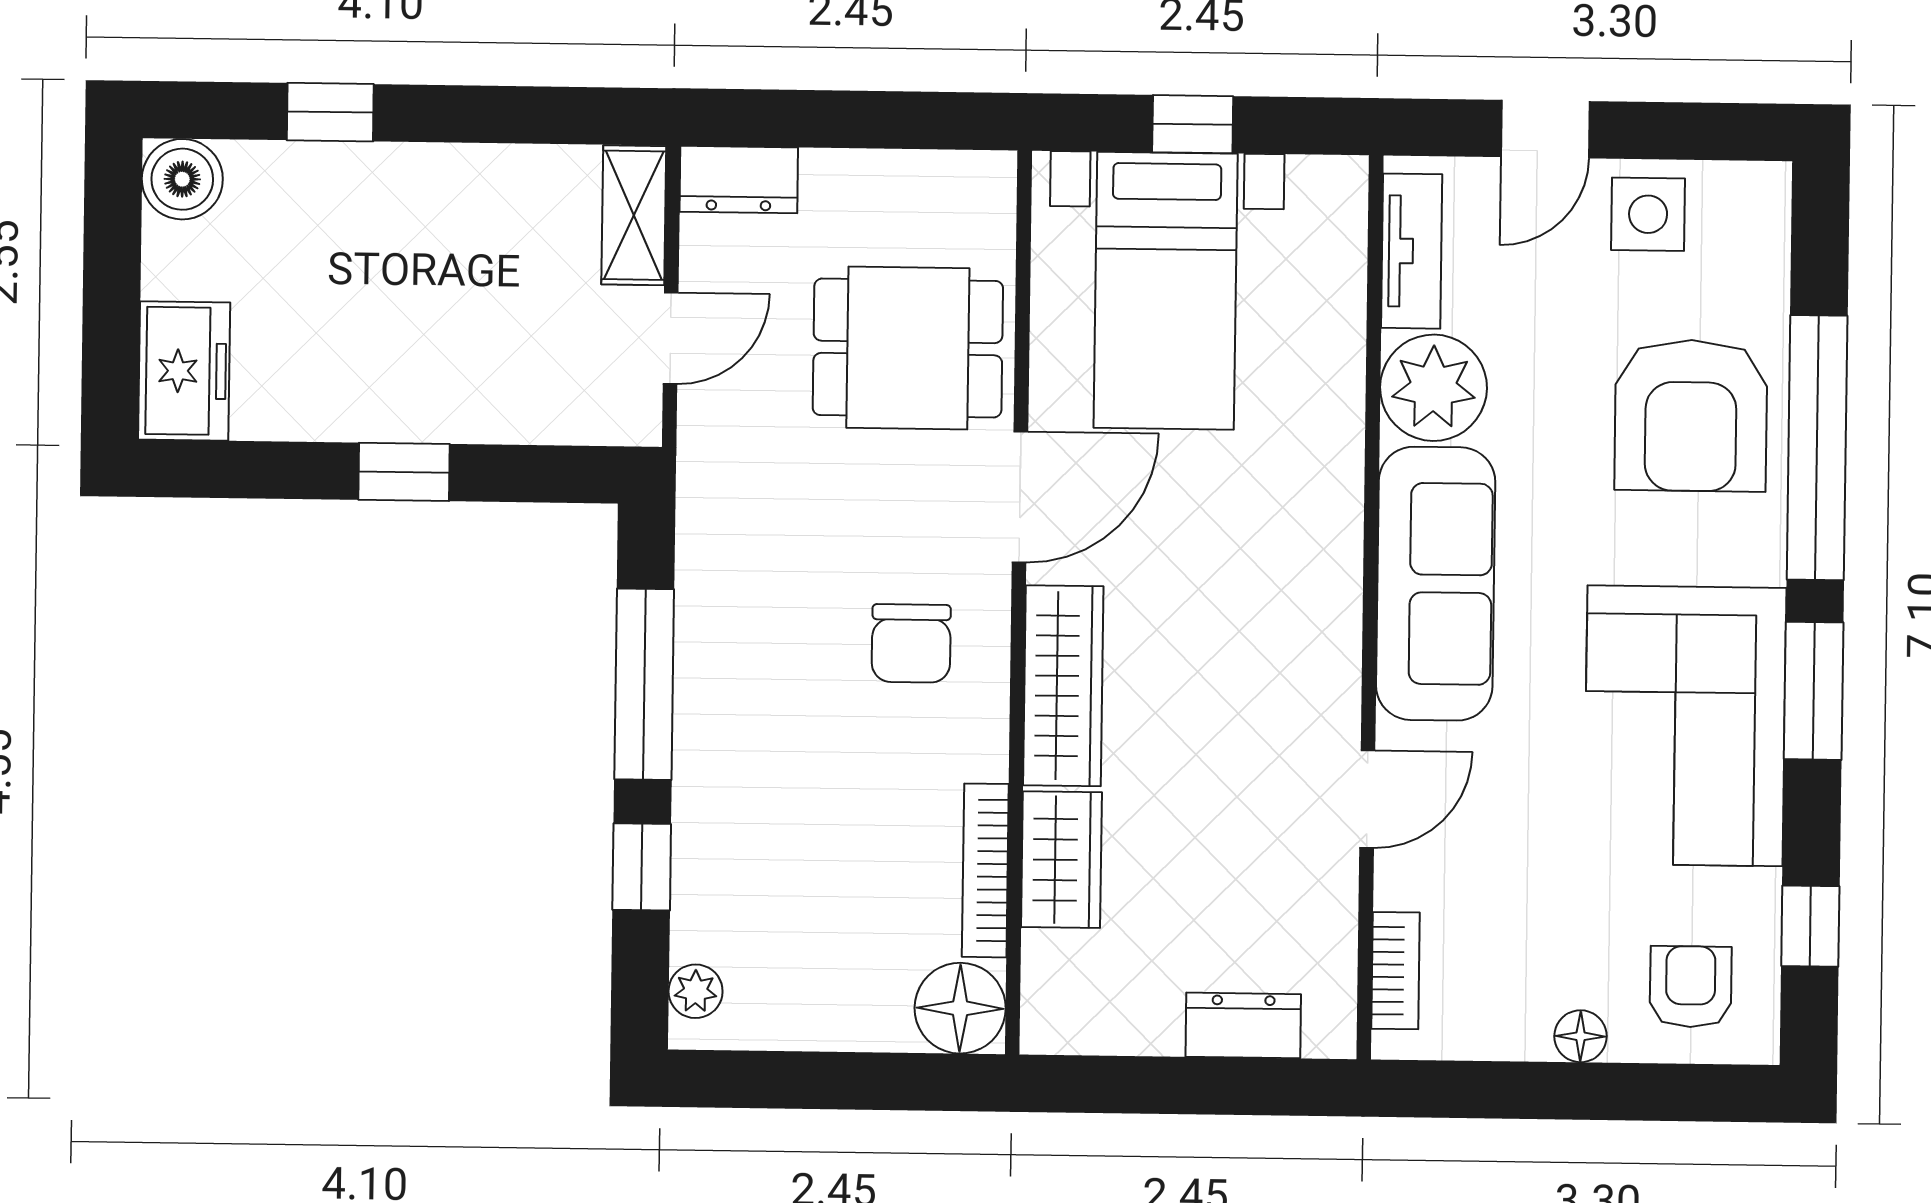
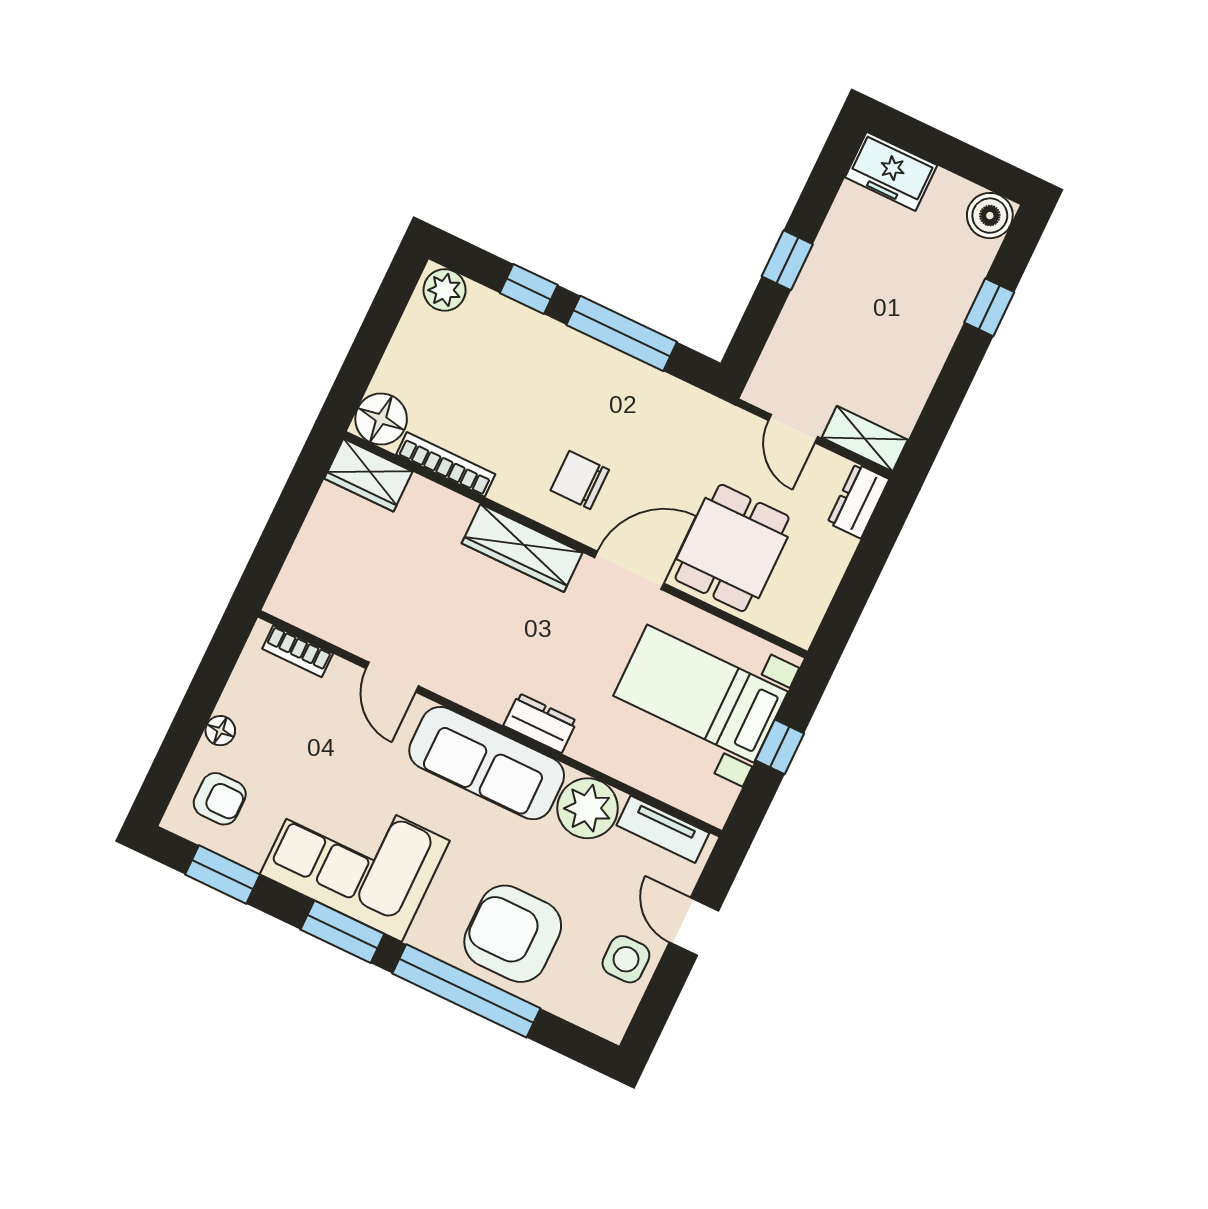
door: (1020, 497) -> (629, 570), swing flipped
wardrobe: (1061, 860) -> (368, 475), moved
window: (1810, 926) -> (223, 875), width x1.50
plant: (696, 991) -> (445, 290), width x1.38, depth x1.38
dresser: (1243, 1025) -> (540, 723), moved, turned -90

